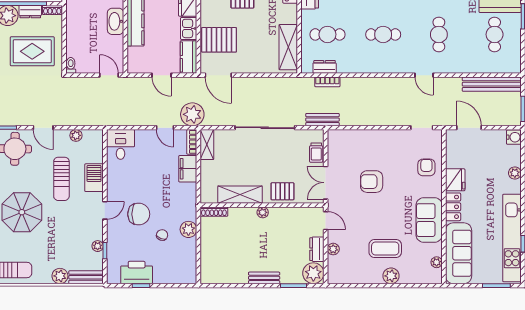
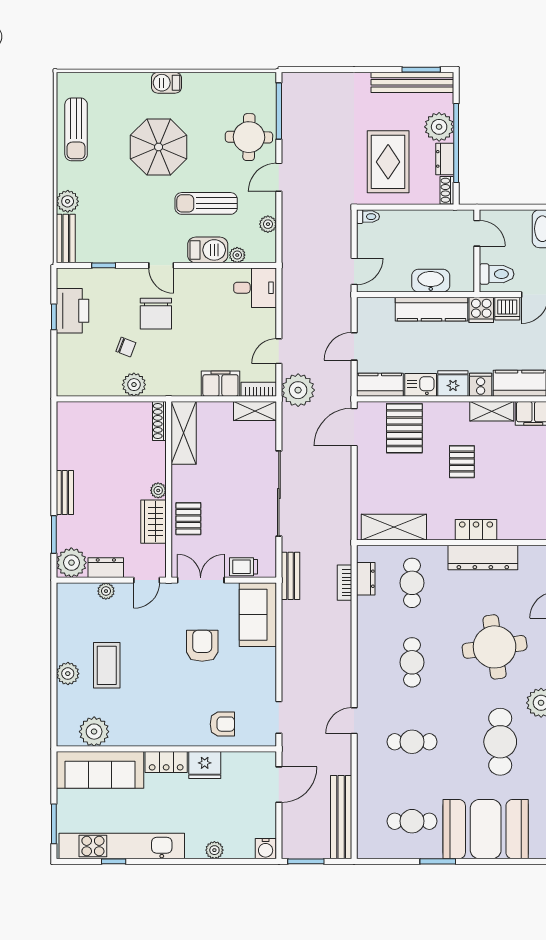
shelving: (240, 195) -> (184, 433), moved
wardrobe: (285, 216) -> (153, 522), added
sofa: (429, 220) -> (258, 615), moved, turned -90
plant: (98, 246) -> (237, 255), moved
plant: (437, 262) -> (94, 732), width x1.88, depth x1.88

